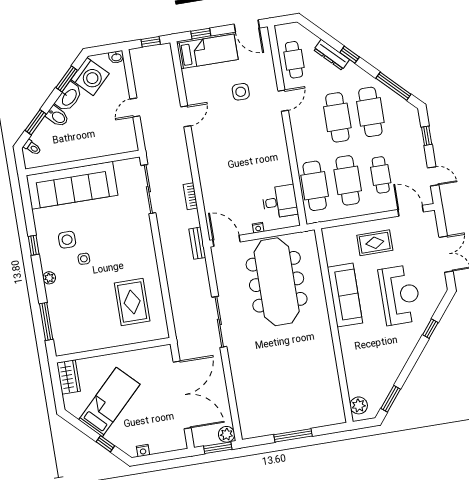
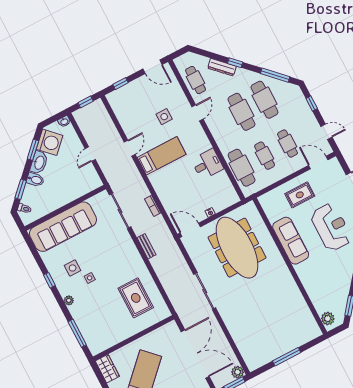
bed: (207, 51) -> (162, 156), moved
cafe table: (348, 180) -> (265, 156), width x0.73, depth x0.74
desk: (280, 202) -> (207, 164), moved
bench: (197, 243) -> (146, 246), moved

